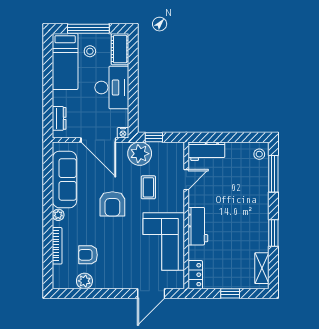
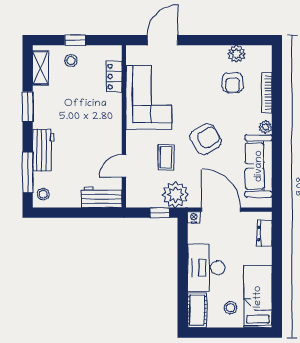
window: (88, 29) -> (232, 333), removed
armchair: (112, 204) -> (206, 139), turned 60
workbench: (198, 226) -> (43, 150), moved, turned 180
armchair: (88, 255) -> (233, 83), turned 88
locker: (195, 275) -> (114, 77), moved
stool: (234, 275) -> (71, 61), added

